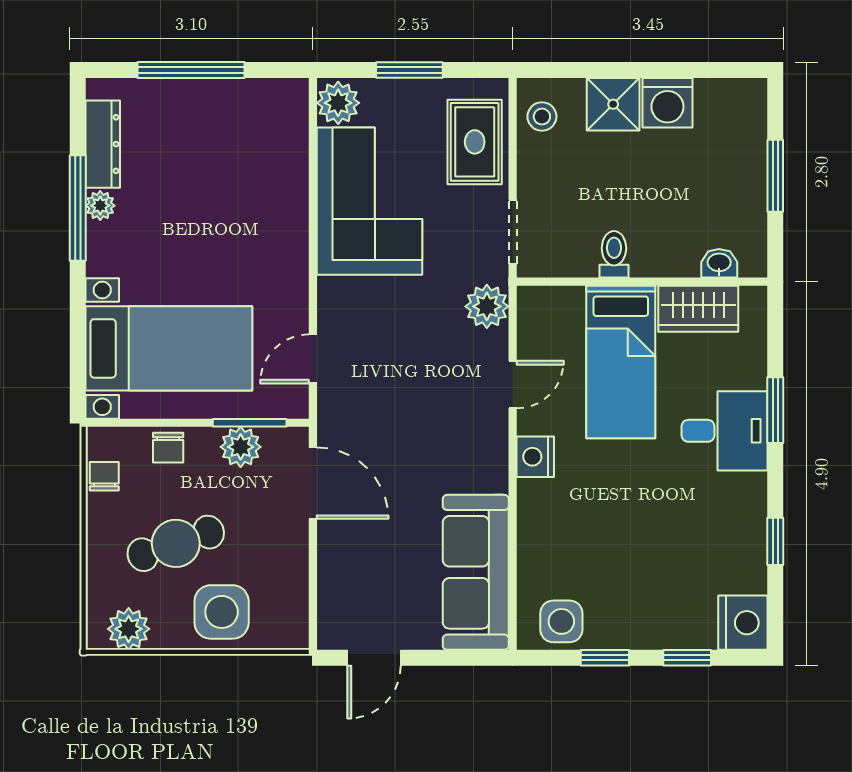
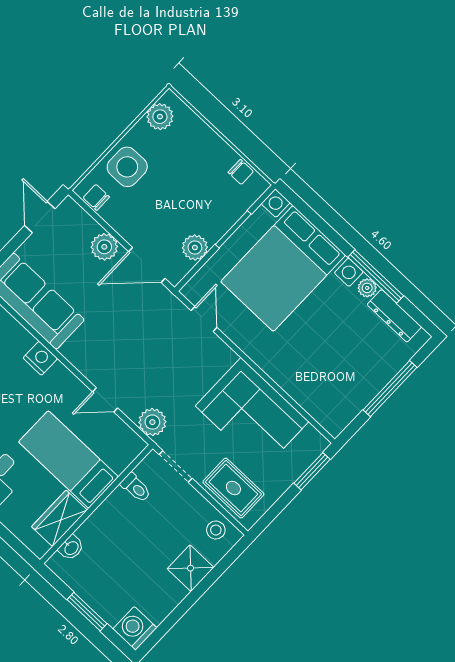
window: (409, 70) -> (312, 471), moved
plant: (338, 103) -> (104, 247), moved
washing machine: (667, 103) -> (135, 628), moved
toilet: (614, 254) -> (136, 488), moved
bed with nightstands: (169, 348) -> (283, 268), width x1.36
door: (513, 385) -> (105, 400), hinge flipped
window: (250, 423) -> (233, 229), moved
chair: (168, 448) -> (96, 197), moved
nightstand: (535, 457) -> (40, 358), moved
cafe table: (176, 543) -> (179, 176), removed

